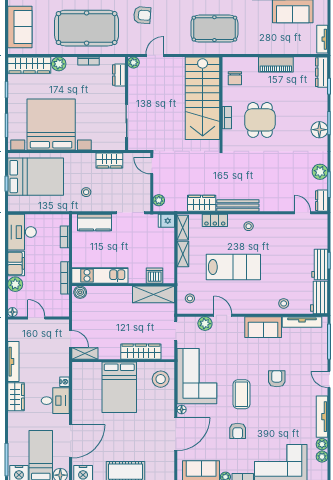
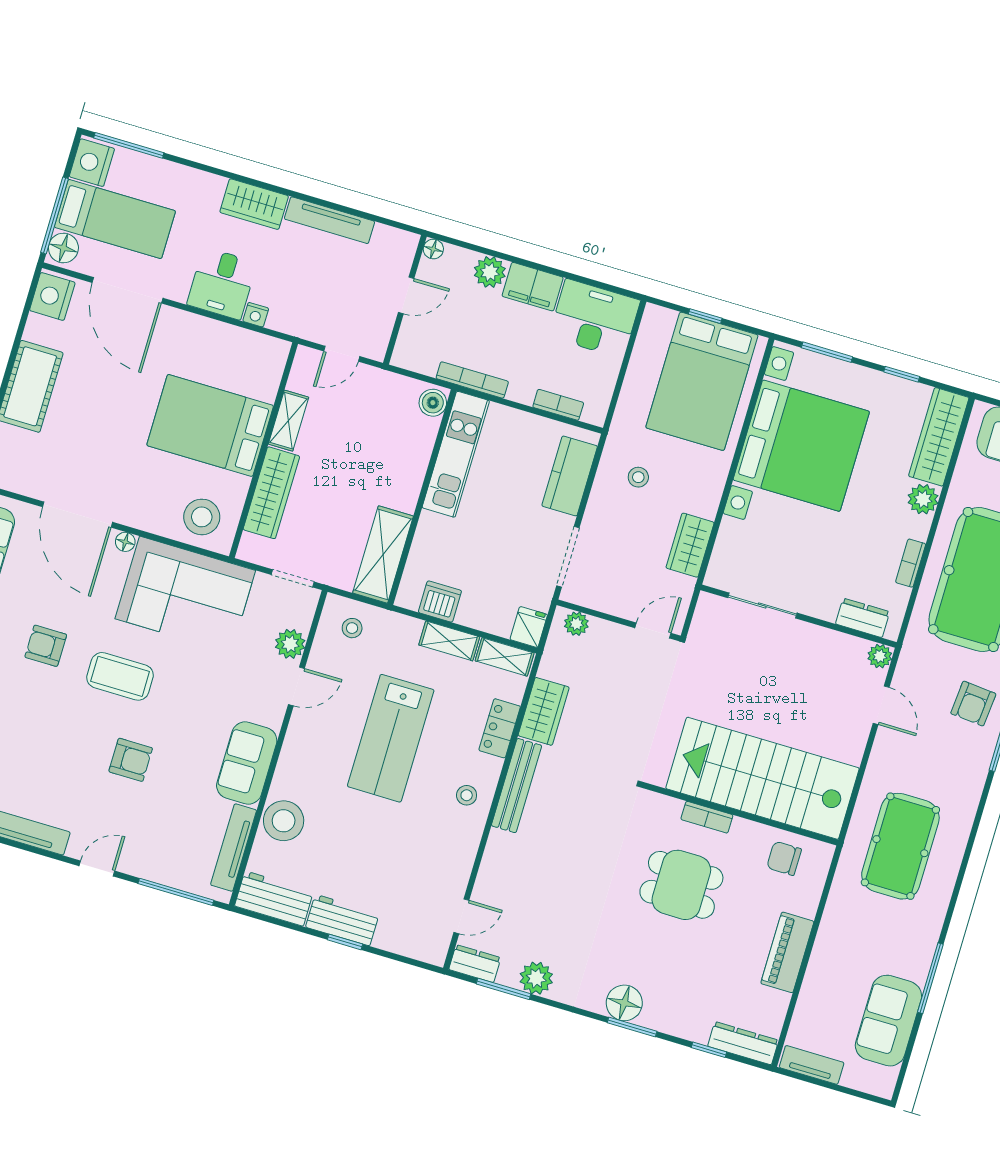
dishwasher: (155, 276) -> (440, 602), moved, turned -90
stool: (284, 303) -> (284, 821), width x1.89, depth x1.89
shelving: (85, 353) -> (288, 421), moved

